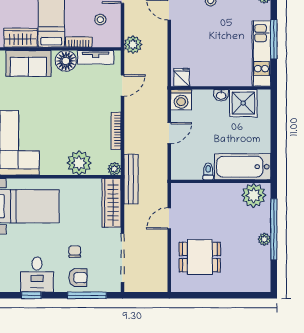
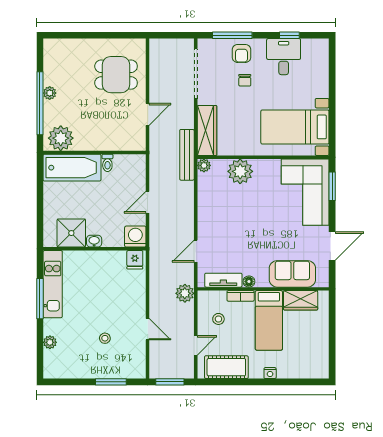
floor lamp: (66, 61) -> (249, 282), width x0.53, depth x0.53
bookcase: (116, 131) -> (202, 204), removed
armchair: (78, 278) -> (241, 53), turned -90

